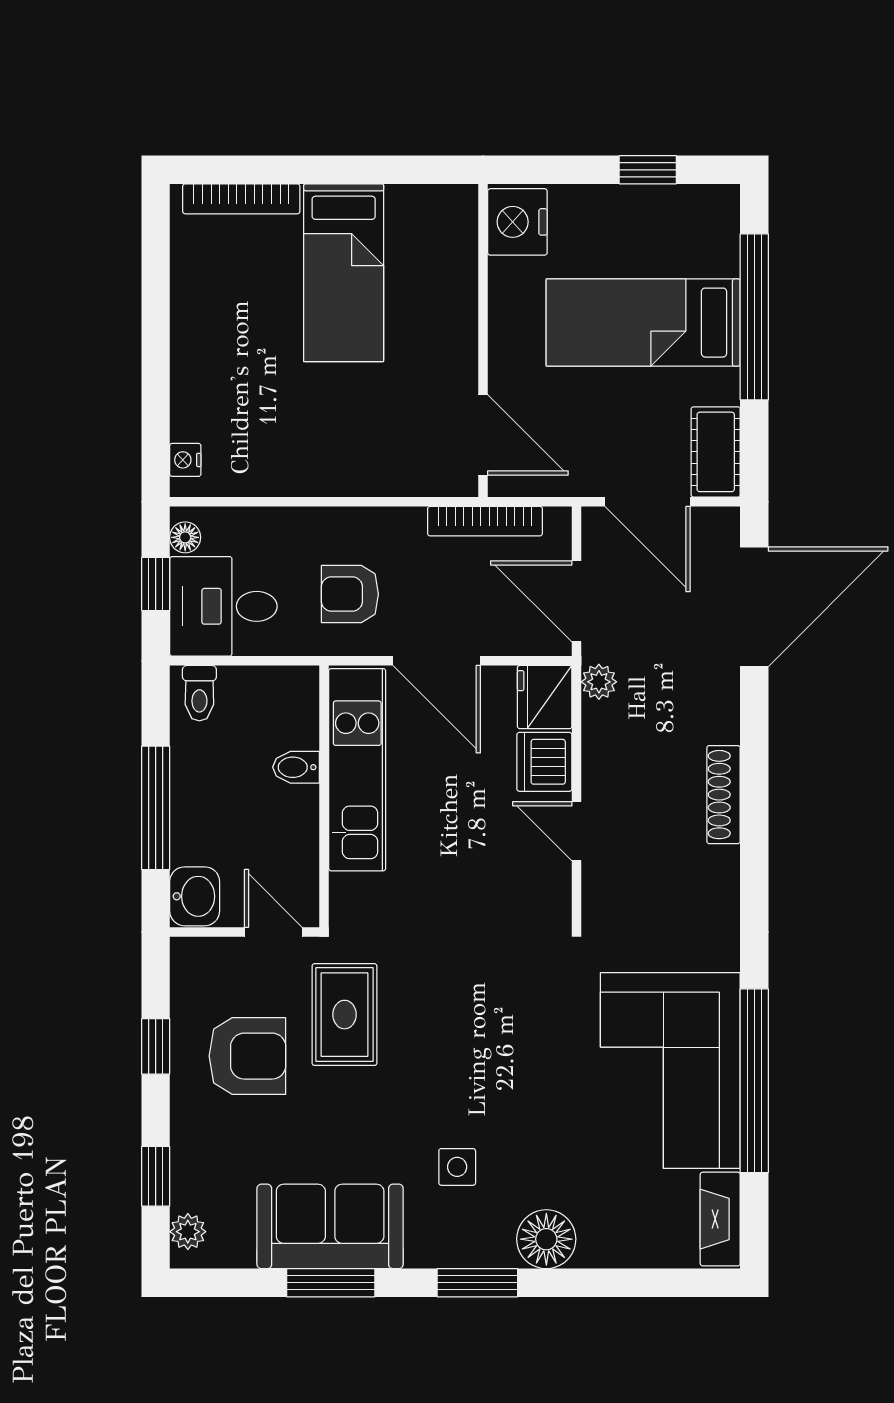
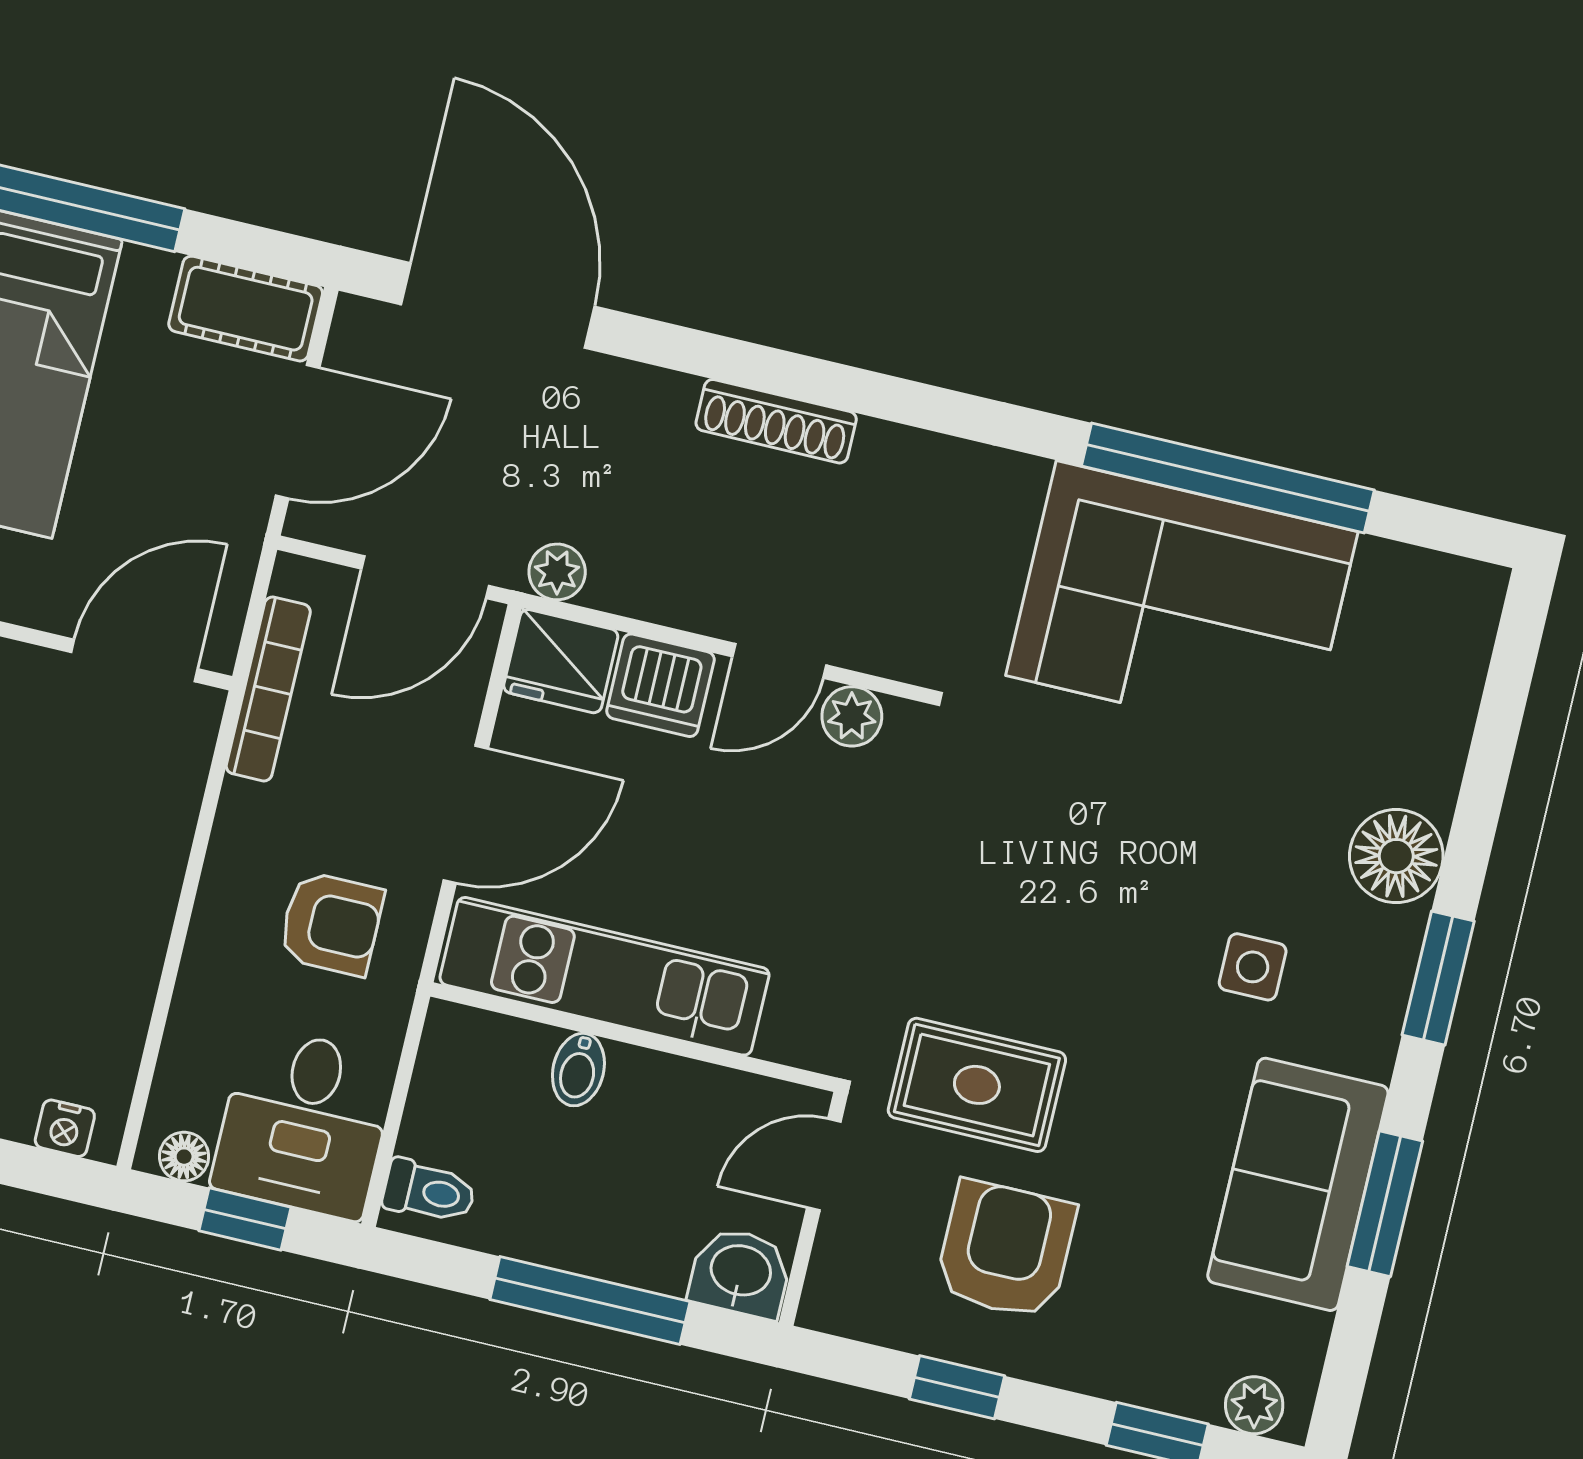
armchair: (350, 594) -> (331, 924), turned -90
plant: (553, 884) -> (852, 716), added
fireplace: (720, 1219) -> (1429, 581), removed

